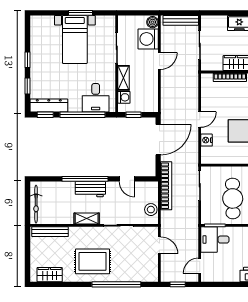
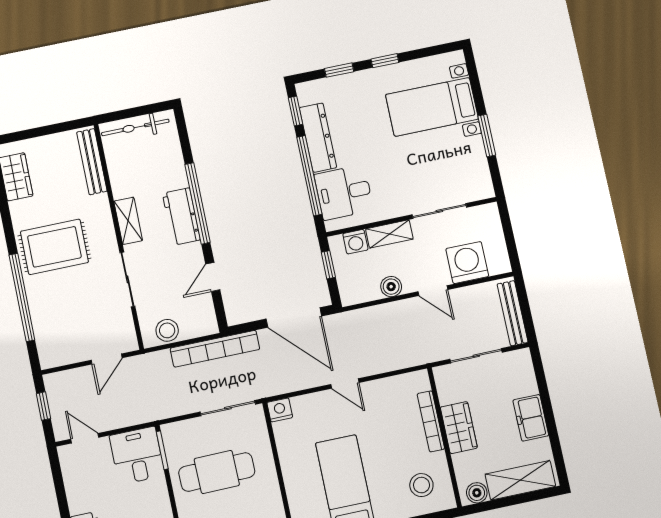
boiler: (153, 22) -> (391, 287), moved
bed with nightstands: (75, 39) -> (432, 107), moved
dresser: (49, 106) -> (318, 138), moved
nightstand: (207, 140) -> (280, 410), moved
rug: (93, 261) -> (54, 247), turned 90

